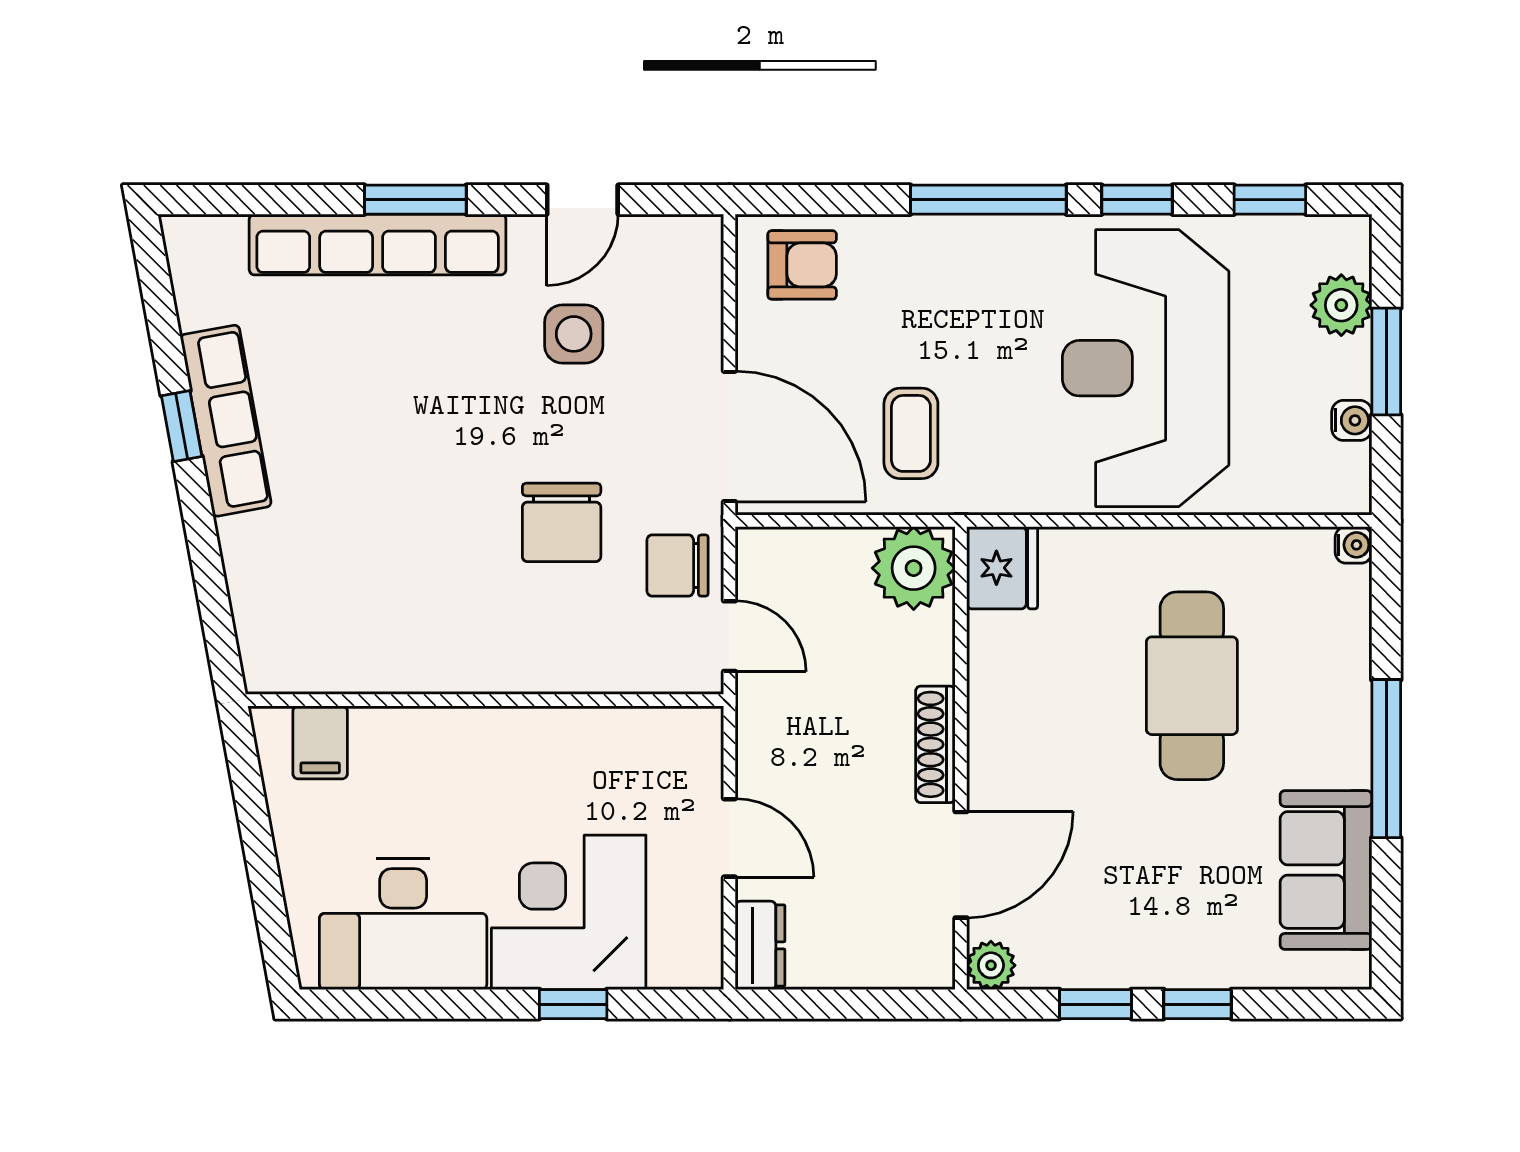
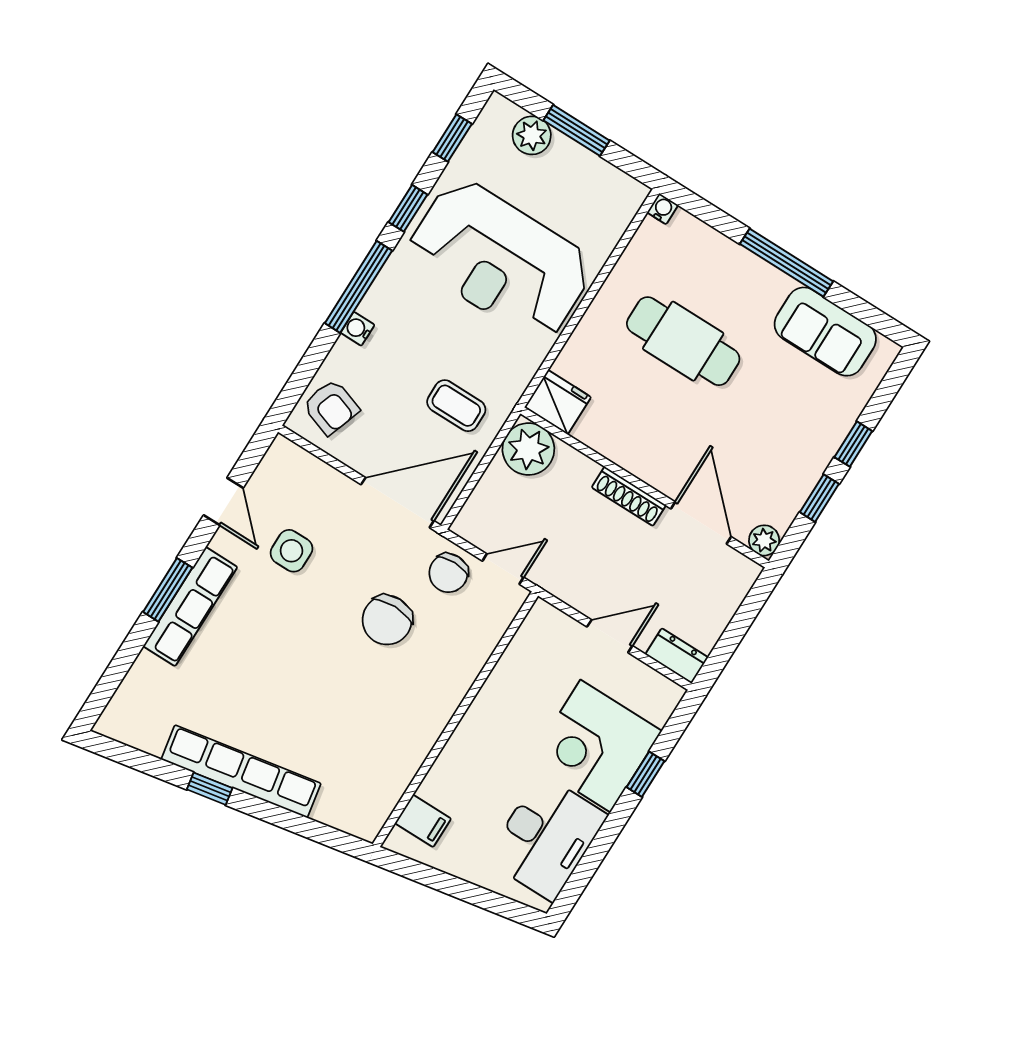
row of seats: (378, 244) -> (190, 607), width x0.73
armchair: (802, 265) -> (331, 407), turned 109
water cooler: (1352, 420) -> (358, 329), moved, turned -90
row of seats: (226, 421) -> (241, 771), width x1.36
chair: (562, 522) -> (387, 620), turned 90

